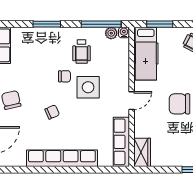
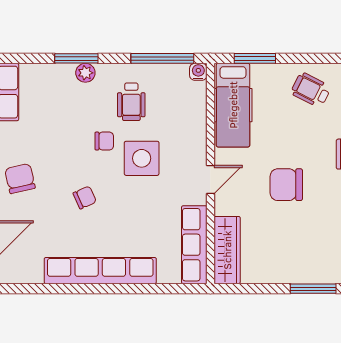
plant: (111, 33) -> (85, 73), moved
wardrobe: (142, 152) -> (227, 250), width x1.50

